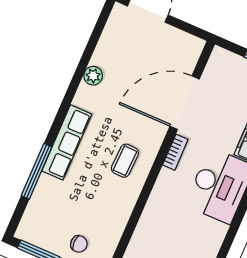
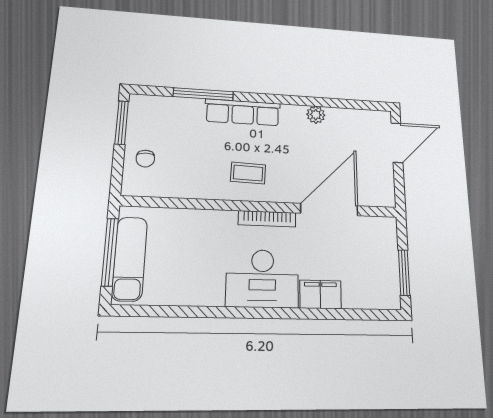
door: (185, 103) -> (329, 209), hinge flipped
bookcase: (175, 152) -> (267, 219), width x1.56

